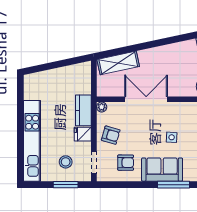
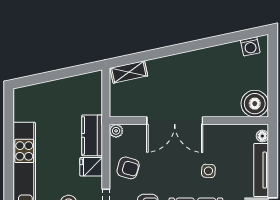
shelving: (118, 63) -> (129, 72), width x0.67, depth x0.75
double door: (146, 99) -> (175, 121), swing flipped

